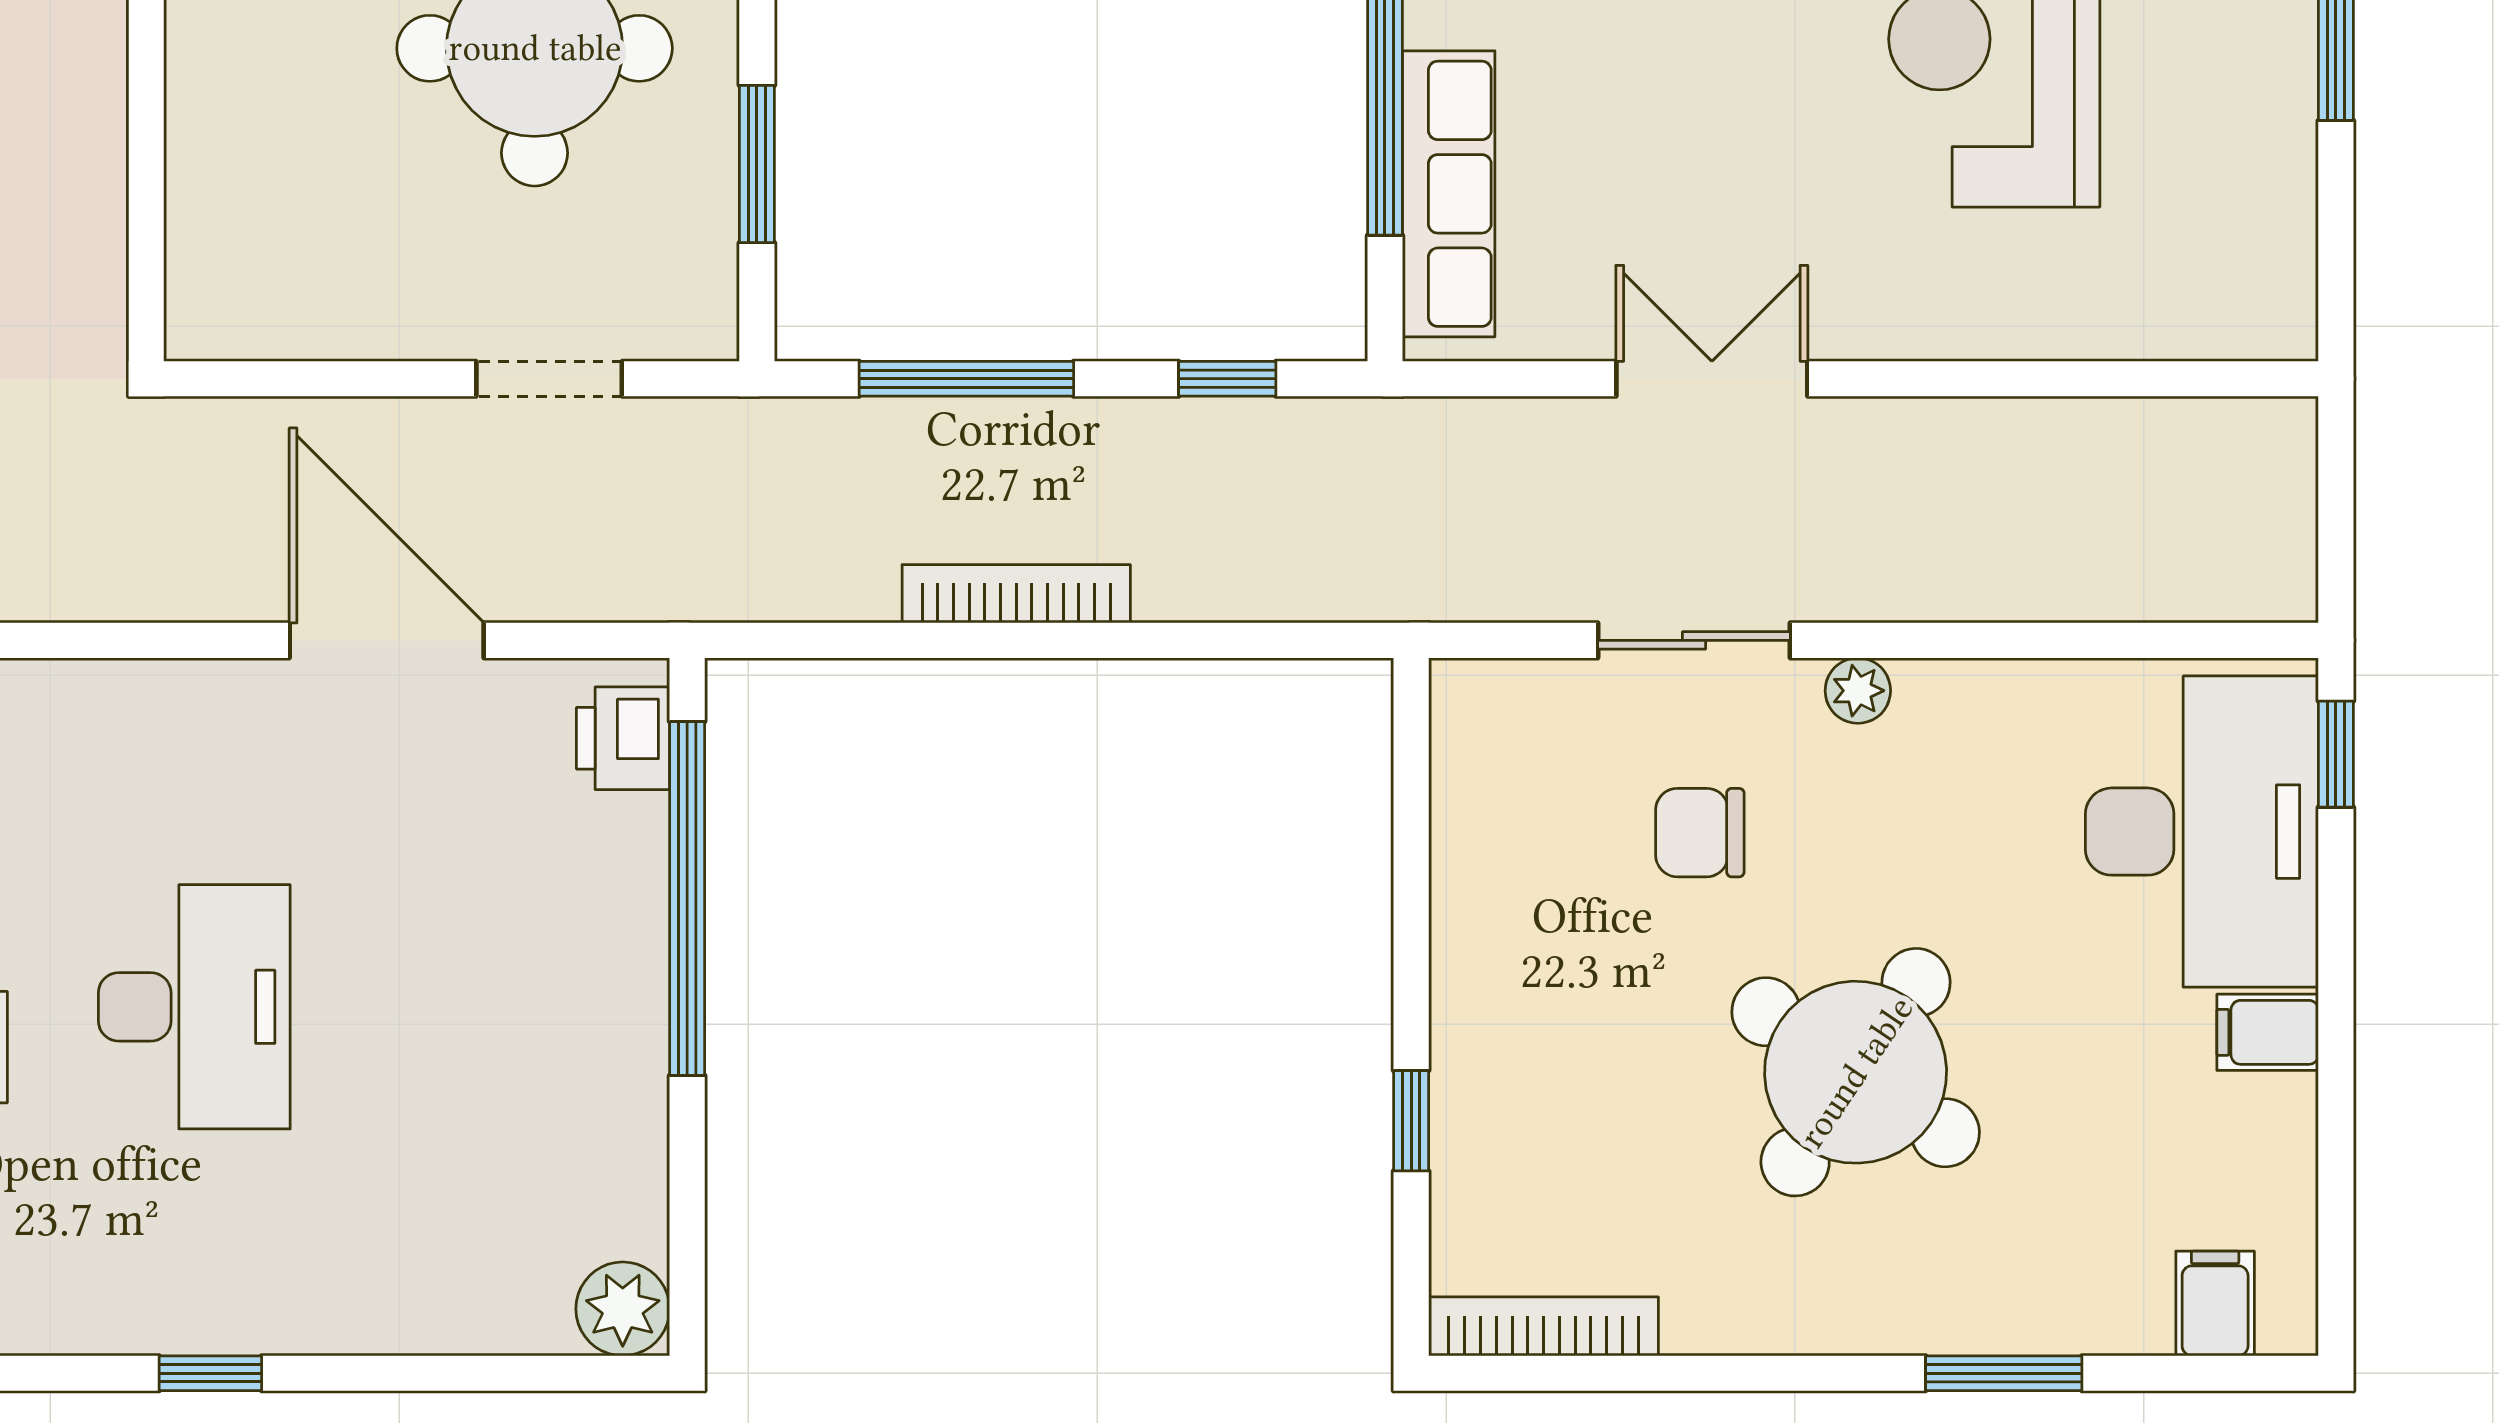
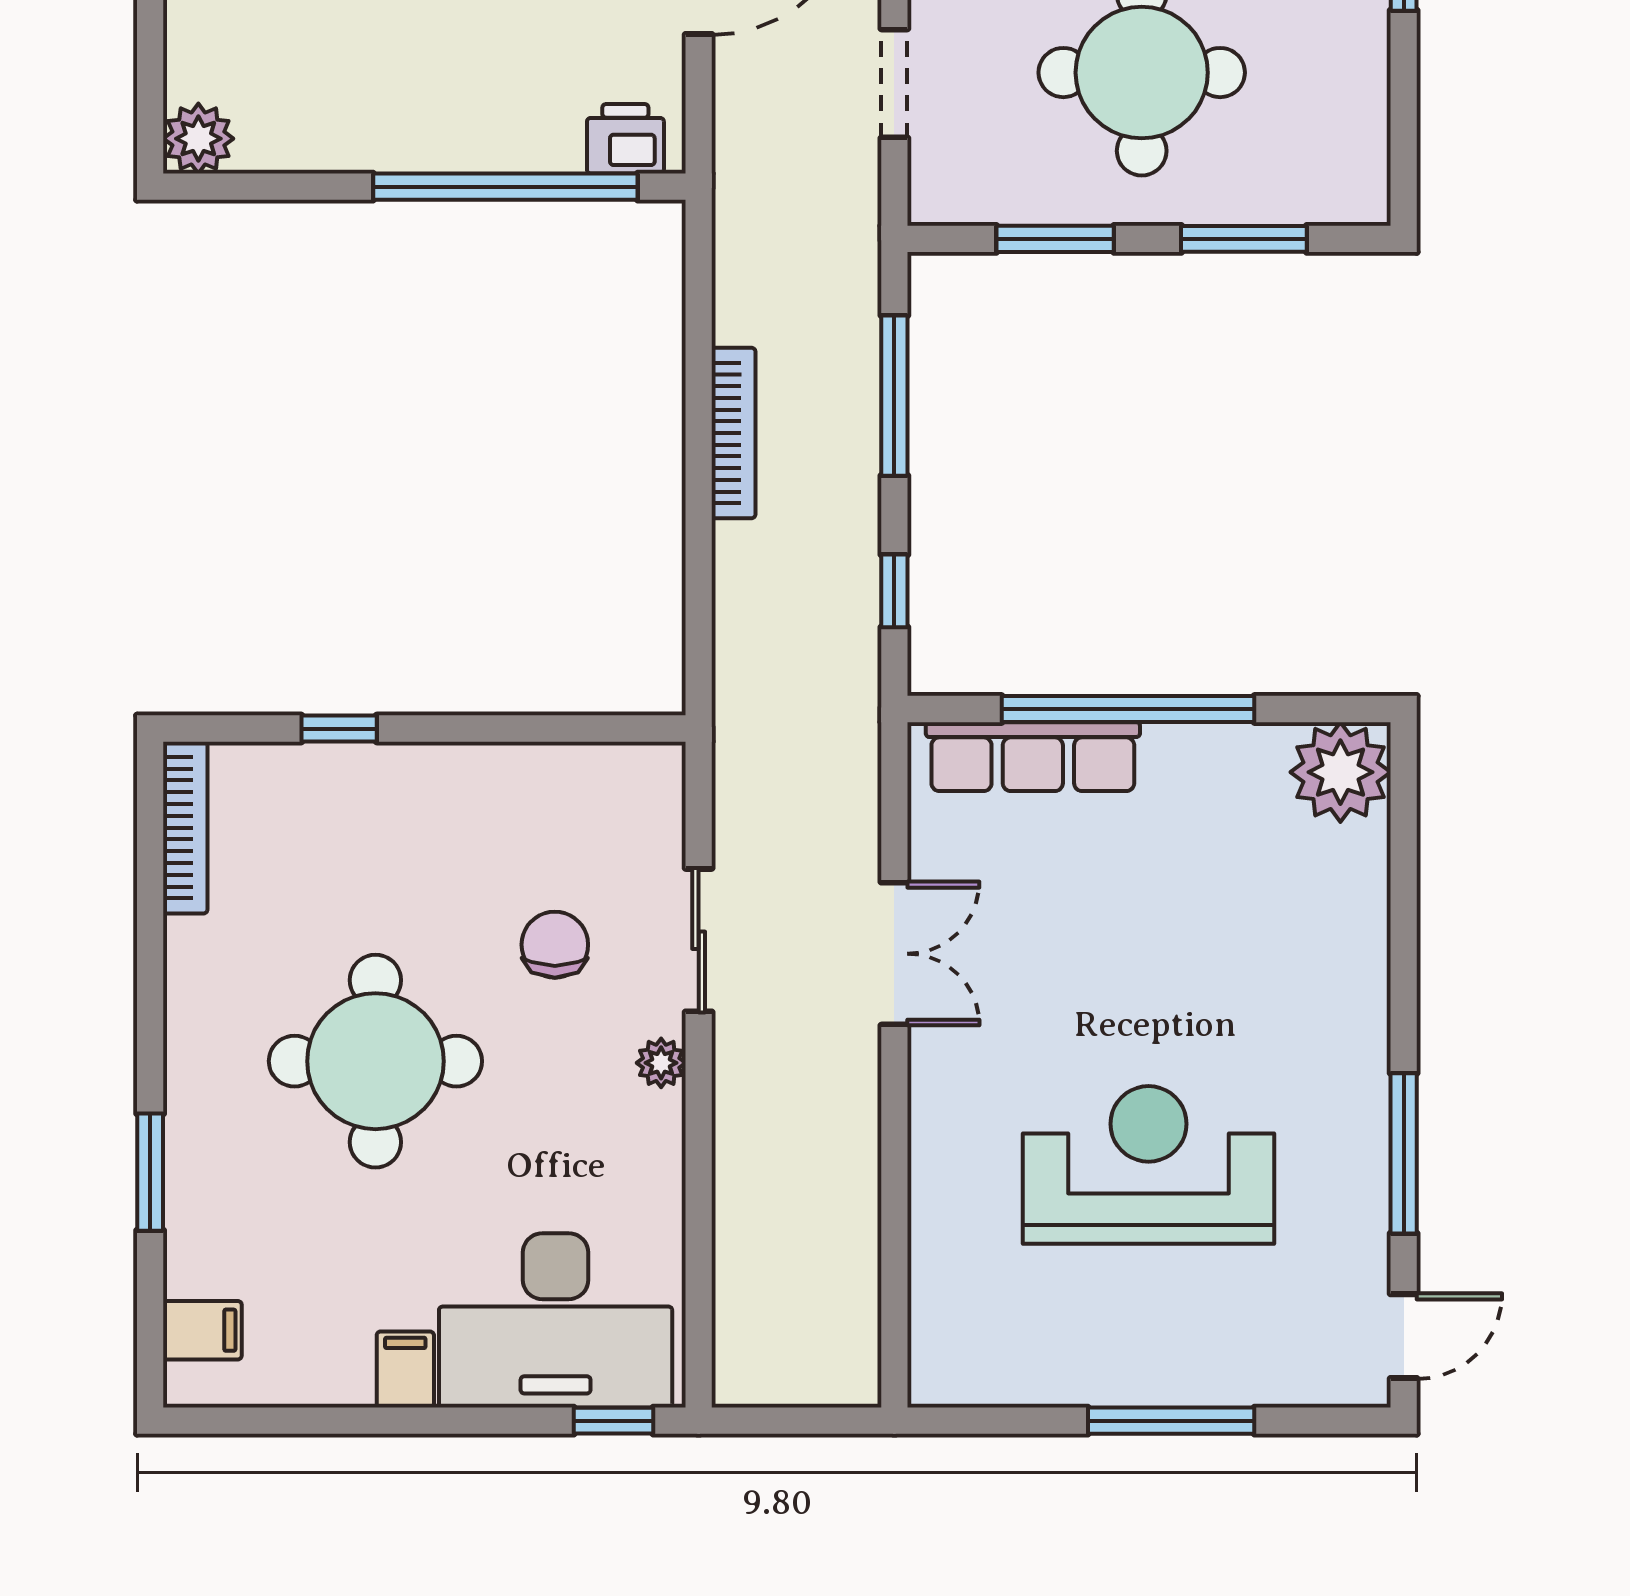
round table: (1856, 1072) -> (375, 1061), turned -34

